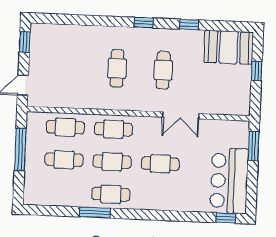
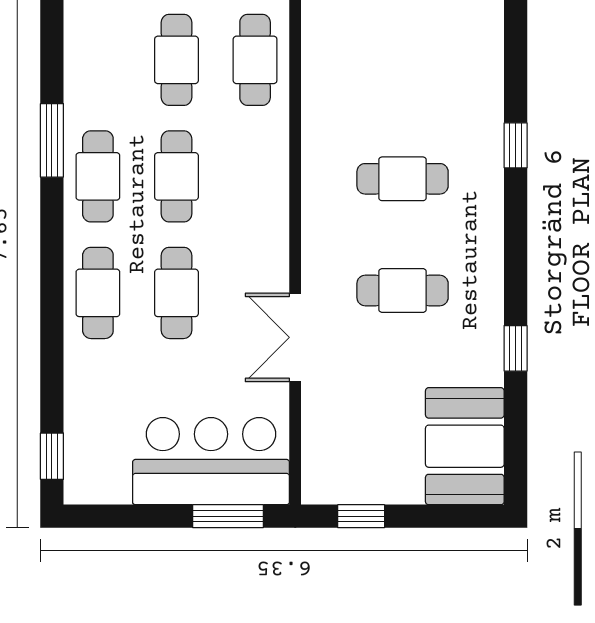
window: (144, 23) -> (516, 145), moved
window: (257, 71) -> (361, 516), moved
cafe table: (114, 129) -> (98, 293), moved
bar counter: (229, 181) -> (211, 461), moved

